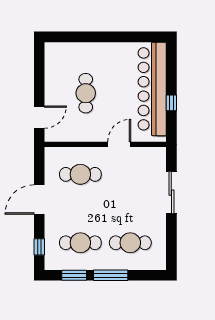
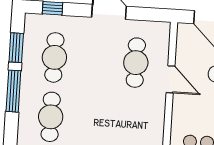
door: (119, 144) -> (170, 79), moved

